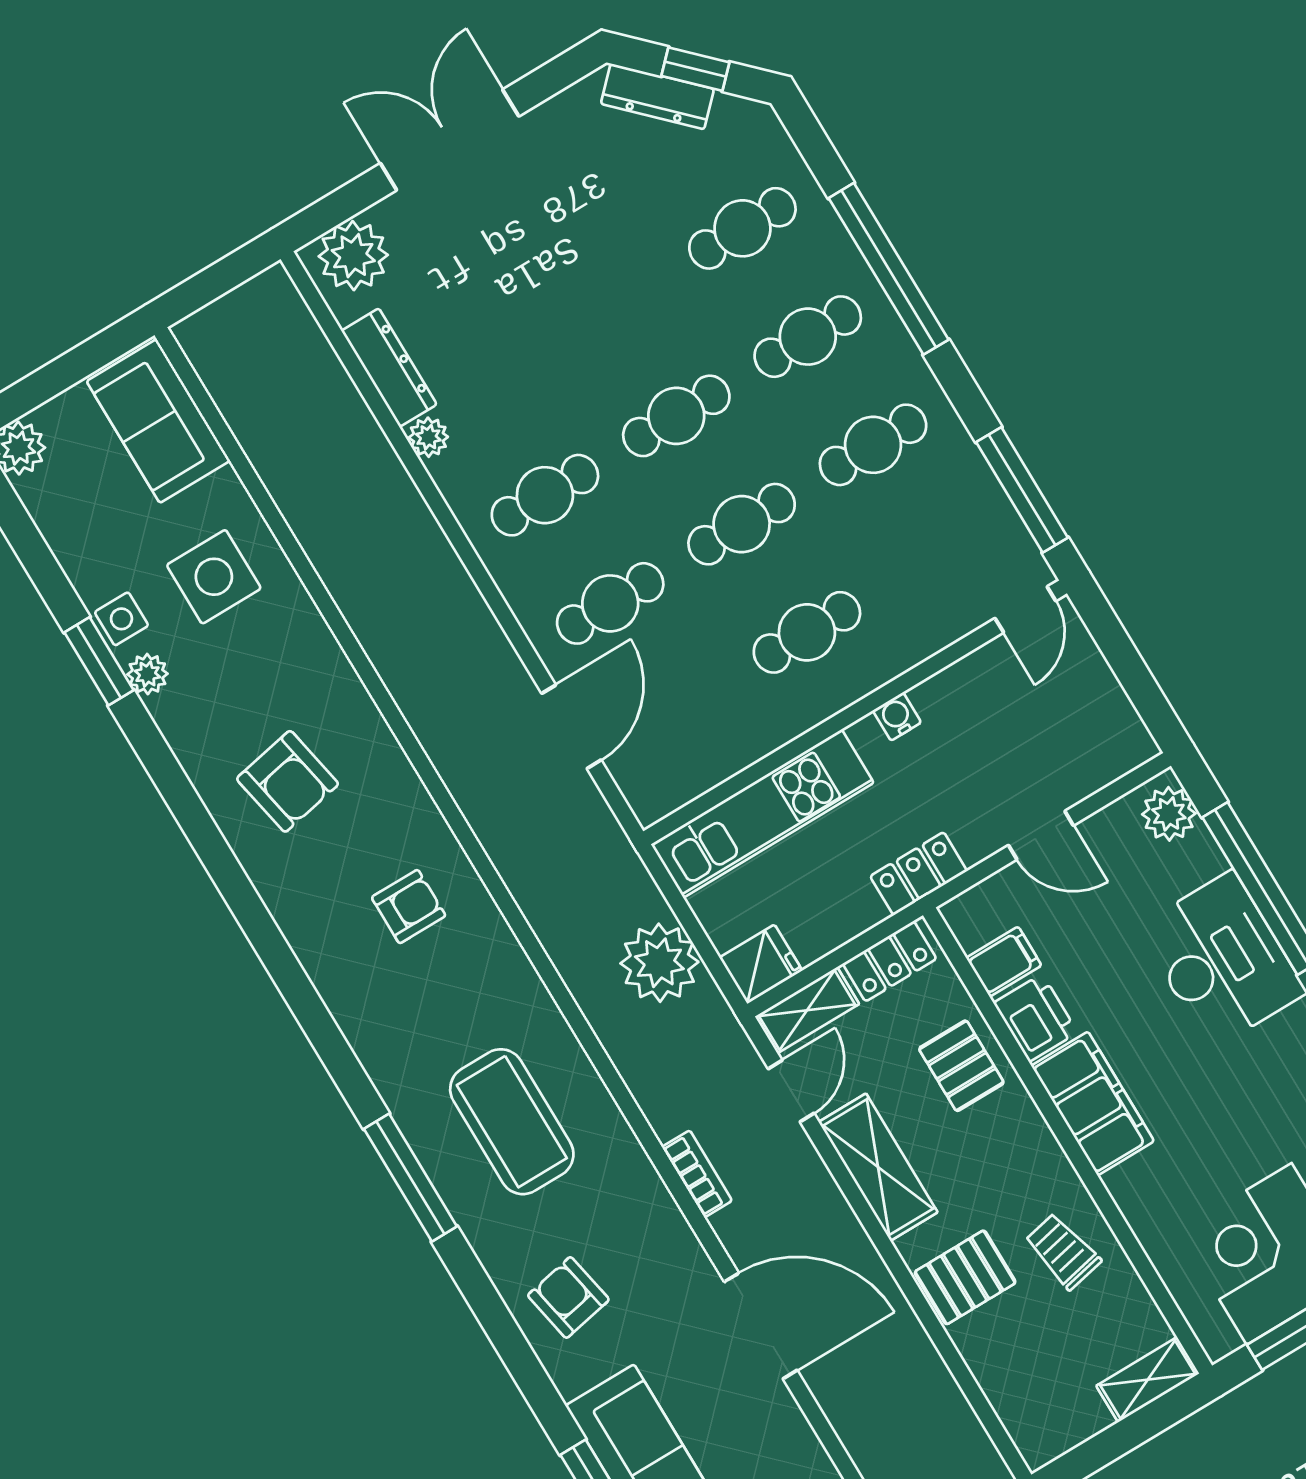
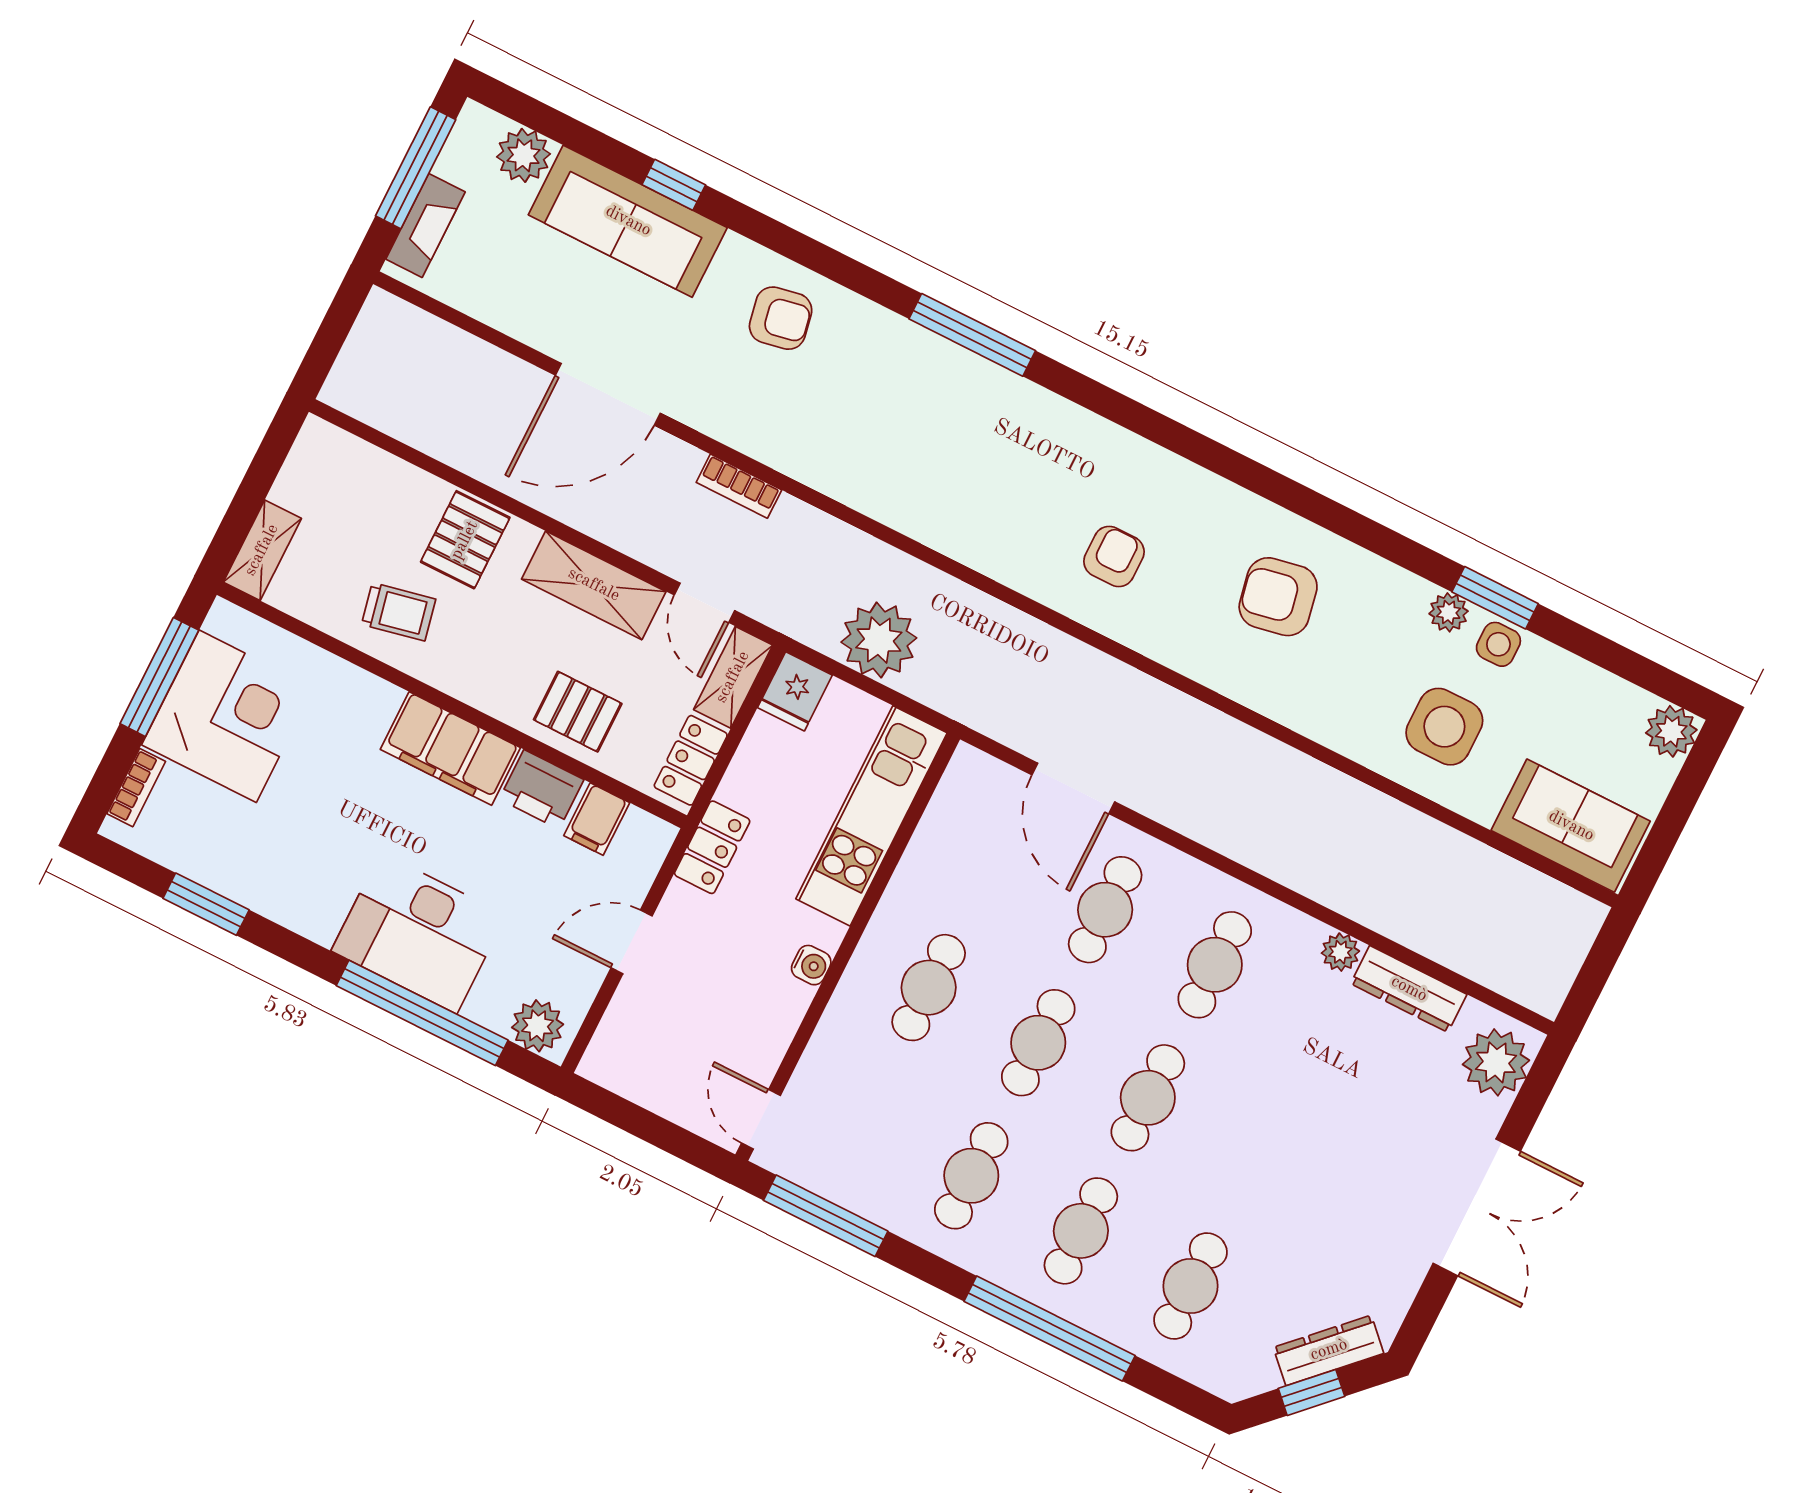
armchair: (409, 907) -> (1114, 557), turned 180
coffee table: (512, 1122) -> (918, 433), removed

